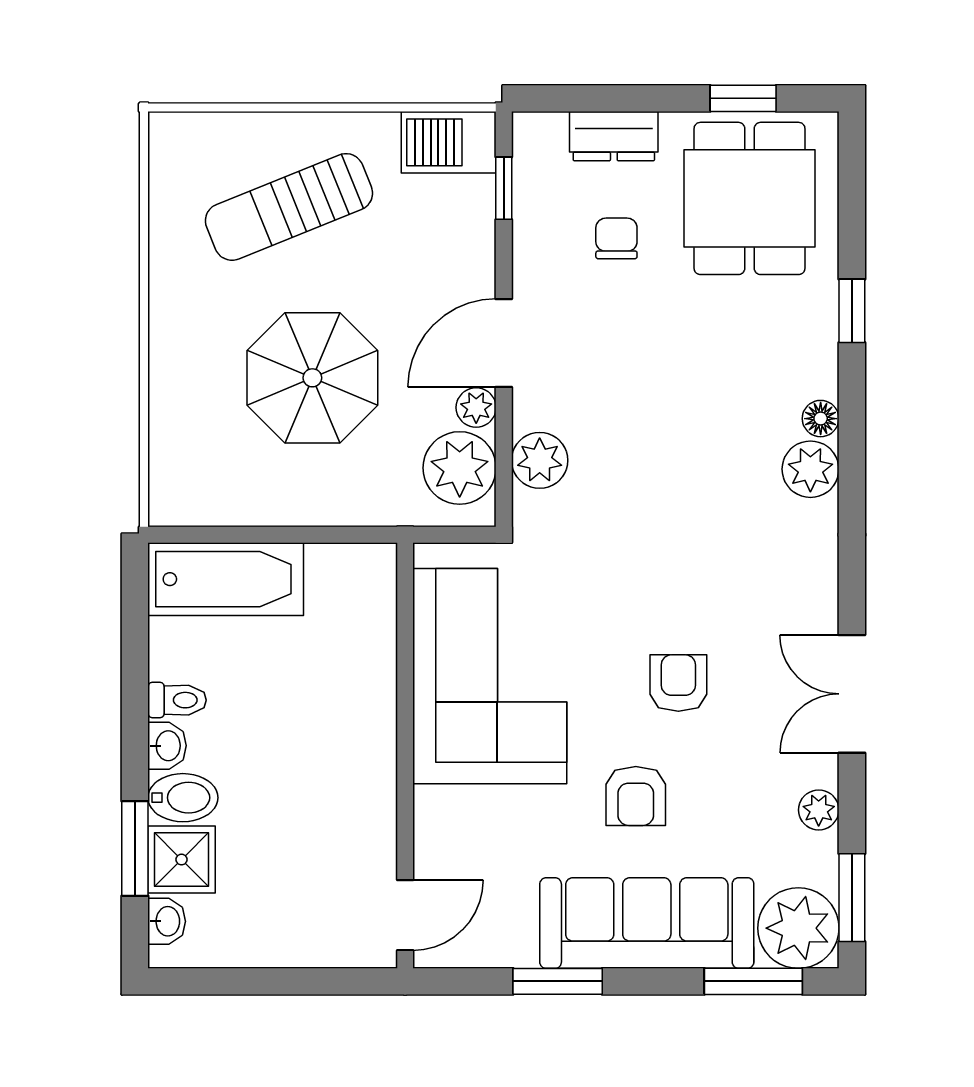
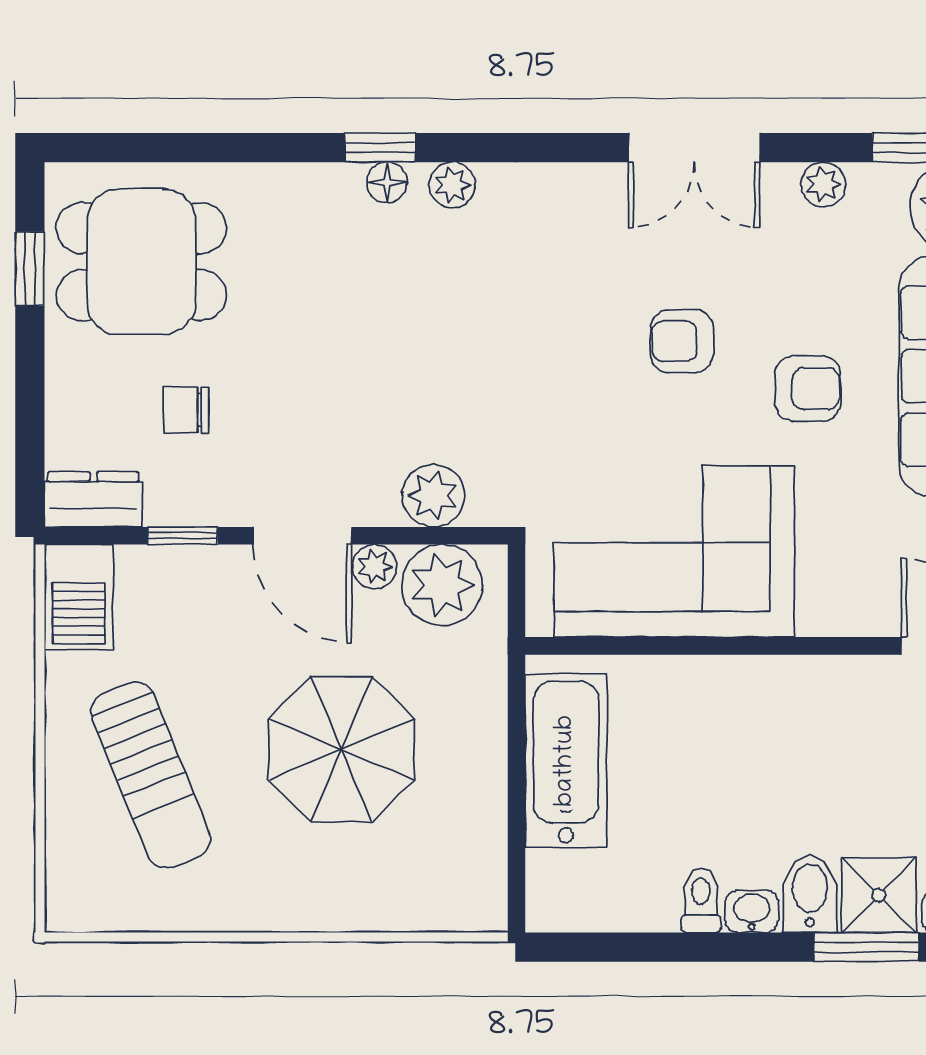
dresser: (614, 136) -> (93, 499), moved, turned -90
window: (504, 188) -> (183, 536), moved
window: (852, 311) -> (380, 148), moved
plant: (810, 469) -> (452, 185), width x0.73, depth x0.73
bathtub: (226, 579) -> (566, 761), moved

